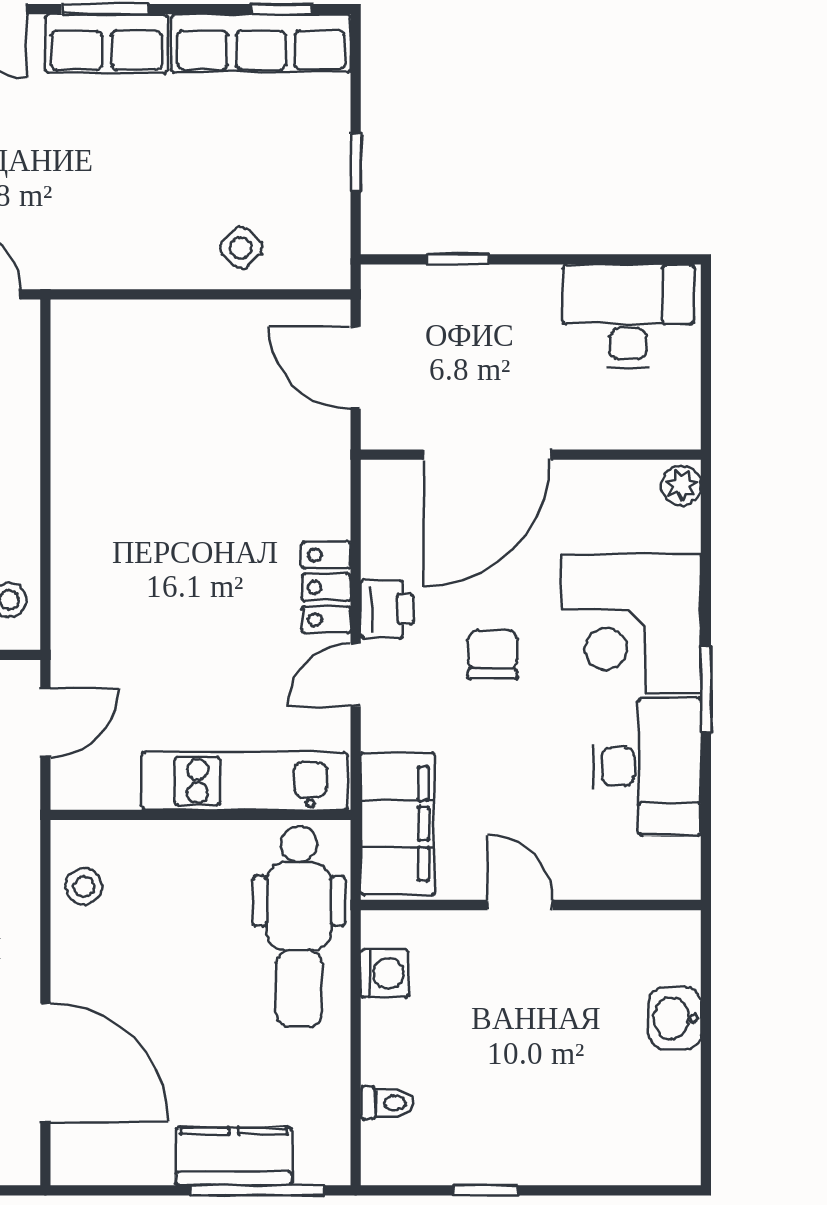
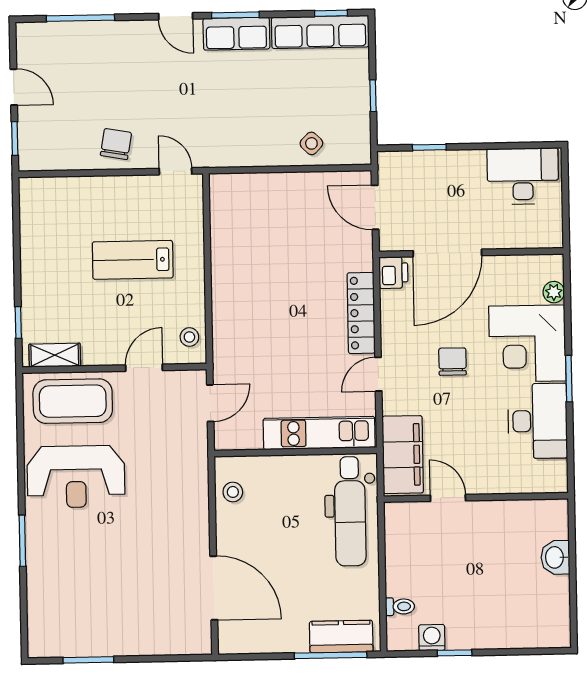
plant: (681, 485) -> (554, 292), moved
locker: (326, 587) -> (361, 313), width x1.53
printer: (387, 609) -> (393, 273), moved
door: (520, 905) -> (448, 498), moved
washing machine: (385, 973) -> (432, 638), moved, turned -90
kitchen counter: (234, 1156) -> (341, 637), moved

